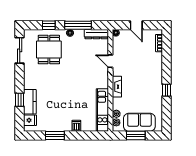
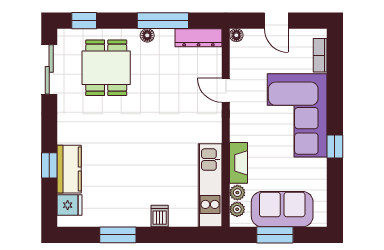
window: (49, 25) -> (84, 21), moved
corner sofa: (147, 74) -> (297, 115), added
fireplace: (117, 87) -> (238, 163), moved

